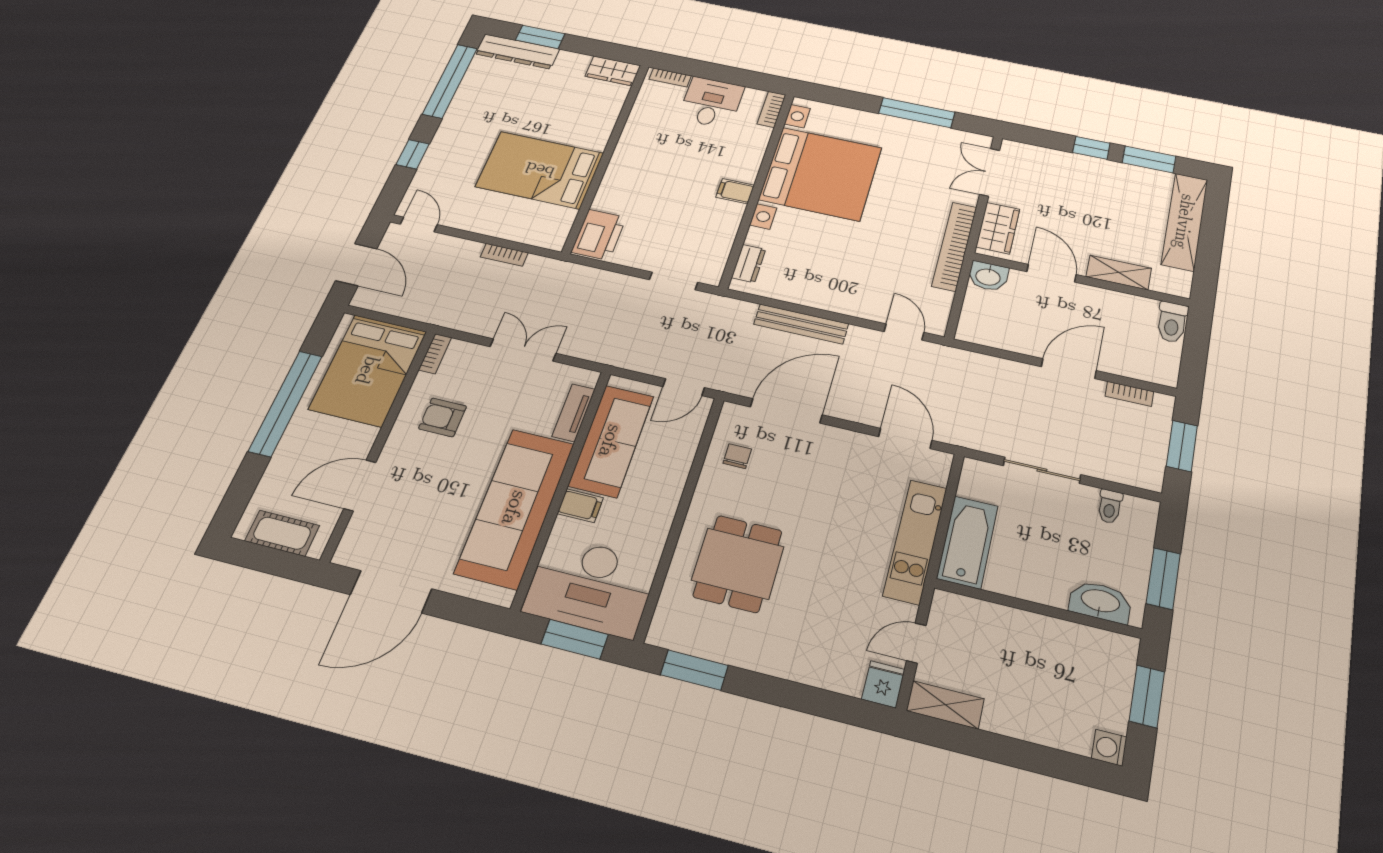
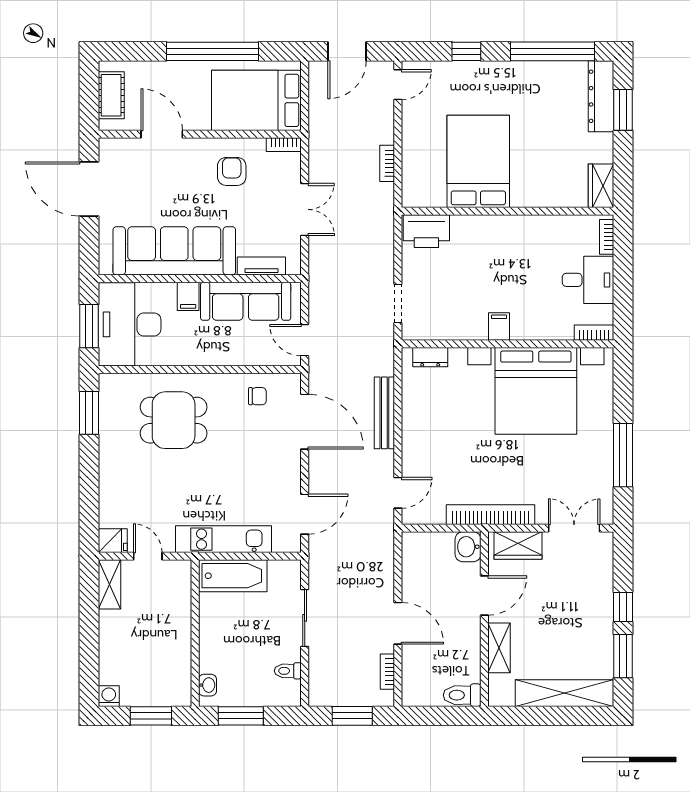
washbasin: (1100, 602) -> (208, 685), width x0.52, depth x0.69

